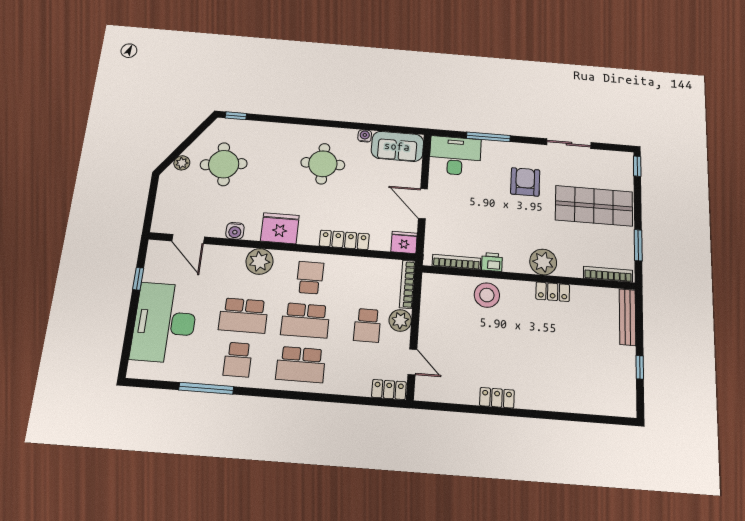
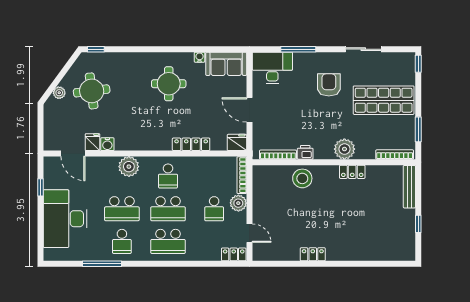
fridge: (280, 228) -> (92, 142), moved, width x0.53, depth x0.75
school desk: (310, 278) -> (168, 176), turned 180

